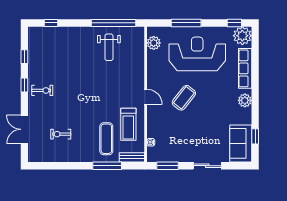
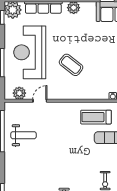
door: (146, 97) -> (40, 101), moved
treadmill: (128, 124) -> (96, 117), turned 180

